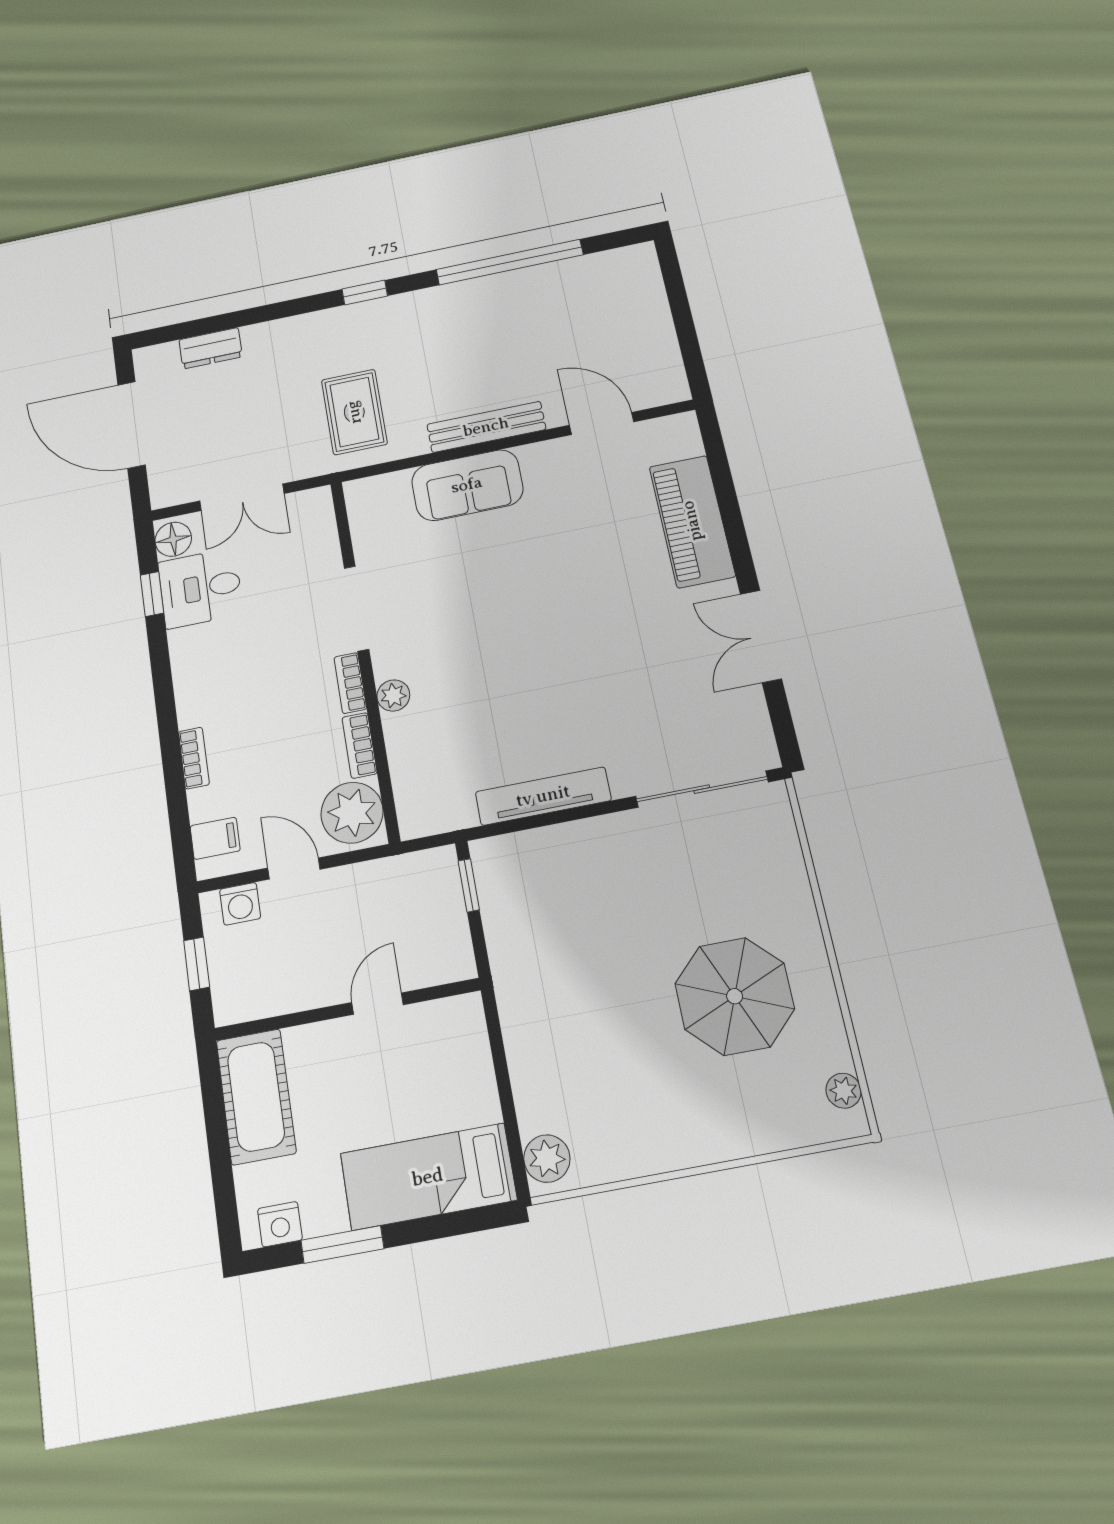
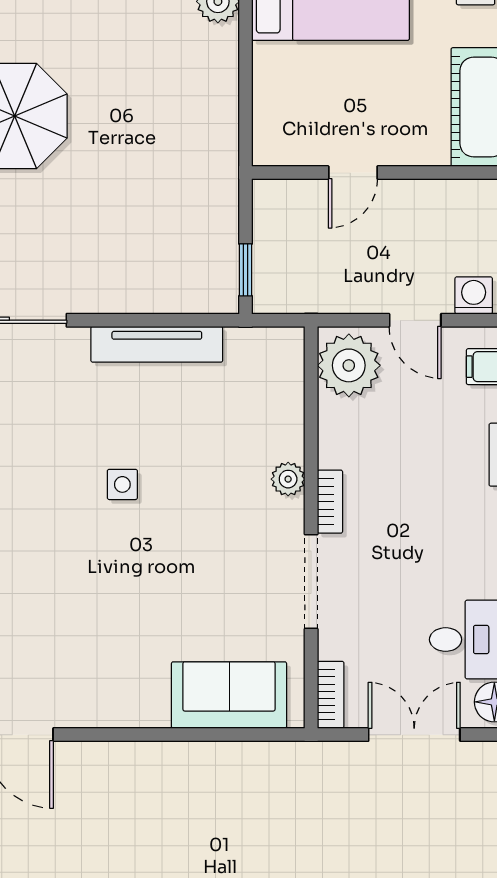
rug: (354, 412) -> (279, 808), removed
bench: (486, 427) -> (141, 758), removed
sofa: (467, 485) -> (229, 695), moved
side table: (551, 659) -> (122, 484), added
bookcase: (360, 745) -> (331, 695), moved

